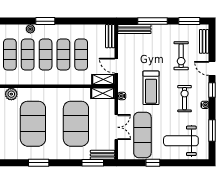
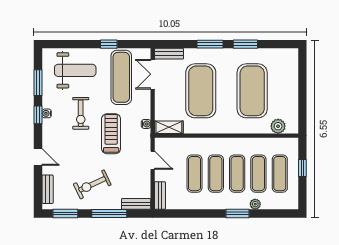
bench: (134, 29) -> (136, 204), width x0.73
exercise bike: (181, 56) -> (92, 184), moved, turned -115
shelving: (103, 79) -> (168, 144), removed
window: (212, 90) -> (38, 115), moved
exercise bike: (185, 99) -> (81, 113), moved
double door: (116, 127) -> (153, 74), moved
window: (93, 163) -> (210, 44), moved

